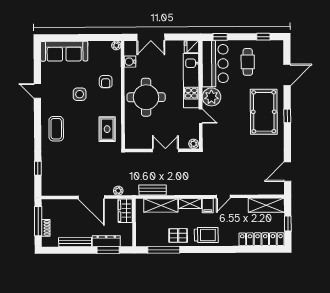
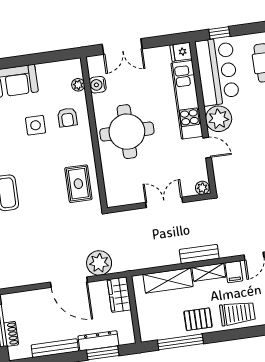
plant: (116, 45) -> (78, 85), moved
side table: (80, 94) -> (36, 125), moved
bench: (153, 190) -> (199, 254), moved
plant: (118, 191) -> (99, 263), width x1.88, depth x1.88

